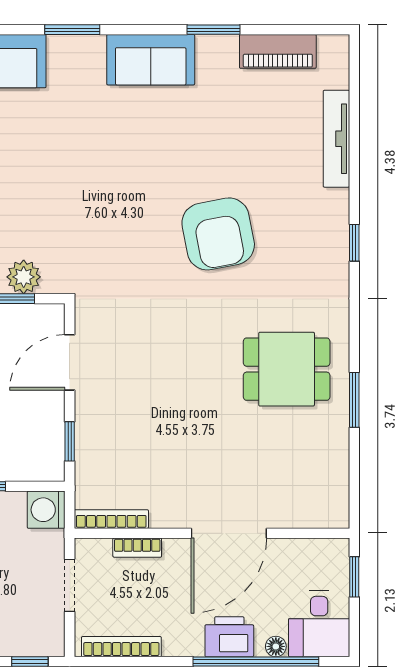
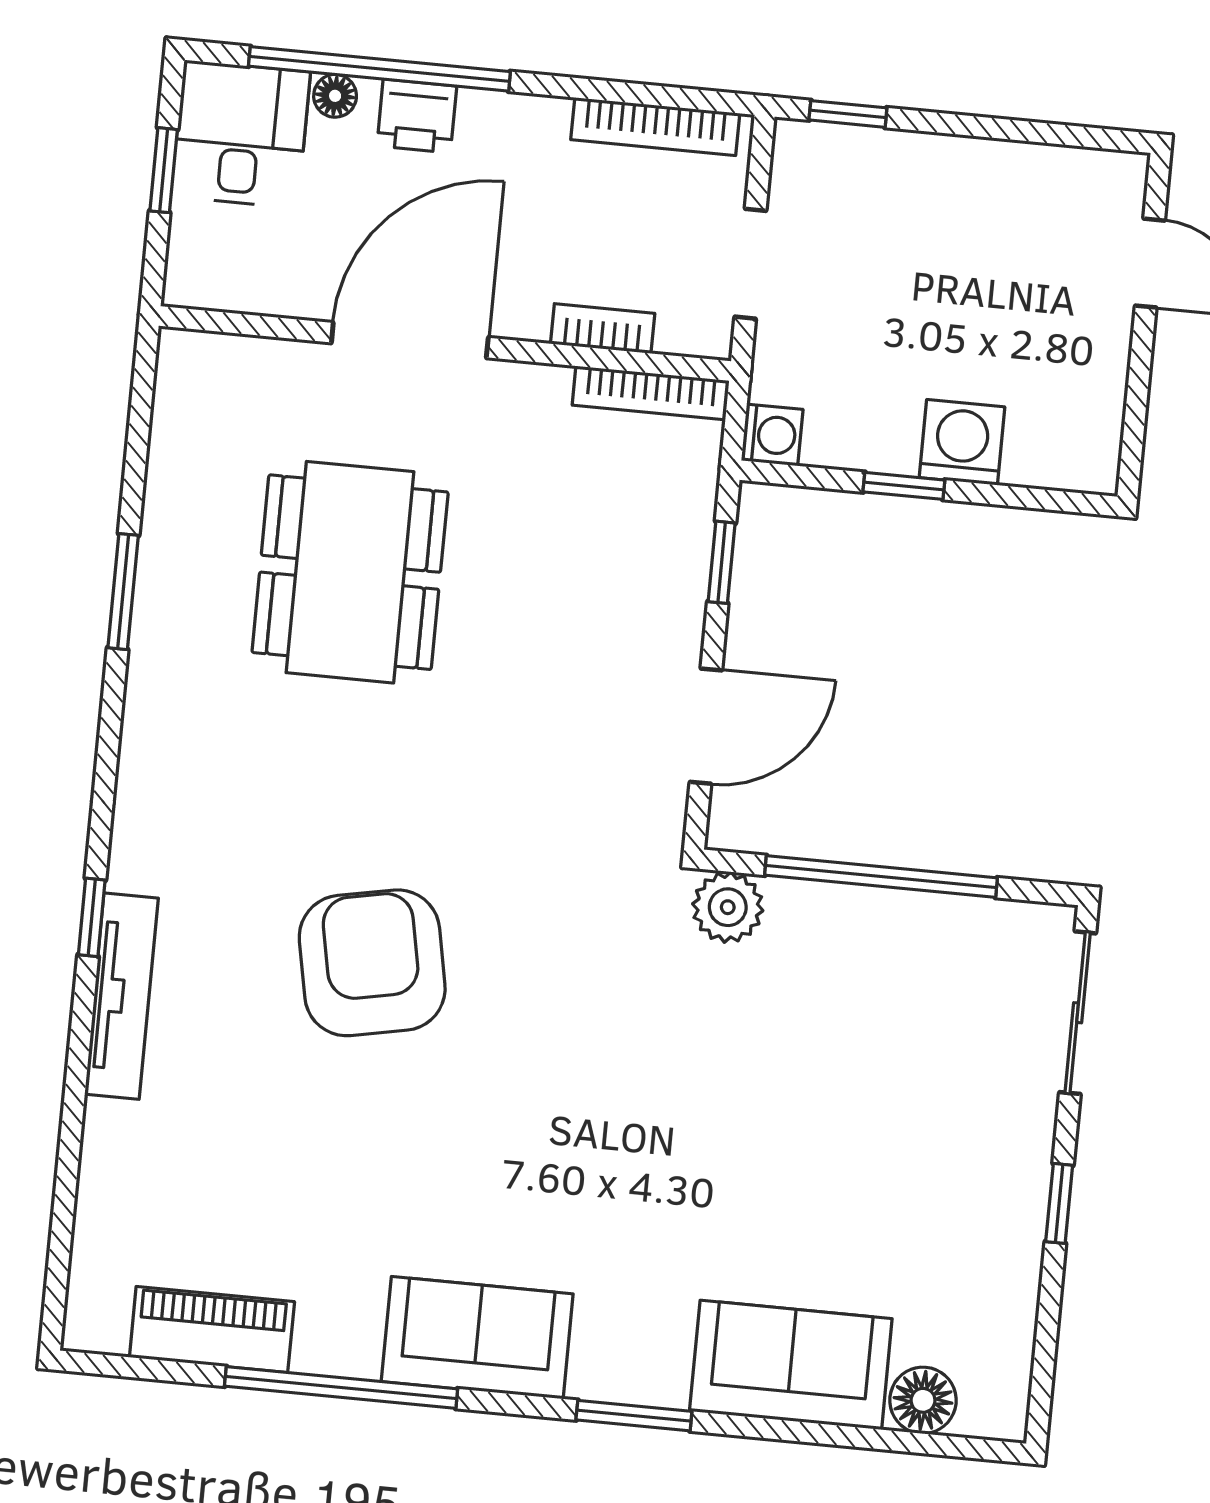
window: (213, 30) -> (341, 1388), width x2.11
tv unit: (336, 139) -> (121, 996), moved
plant: (24, 277) -> (728, 907), moved
dining table: (287, 369) -> (350, 572), moved, width x1.38
washing machine: (46, 510) -> (772, 435), width x0.73, depth x0.73
window: (354, 577) -> (164, 170), moved
printer: (229, 637) -> (417, 116), width x0.73, depth x0.81

